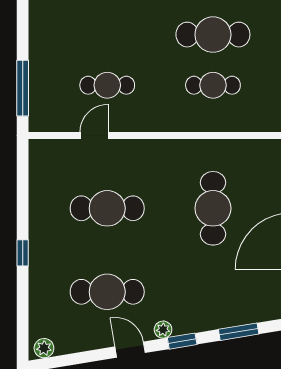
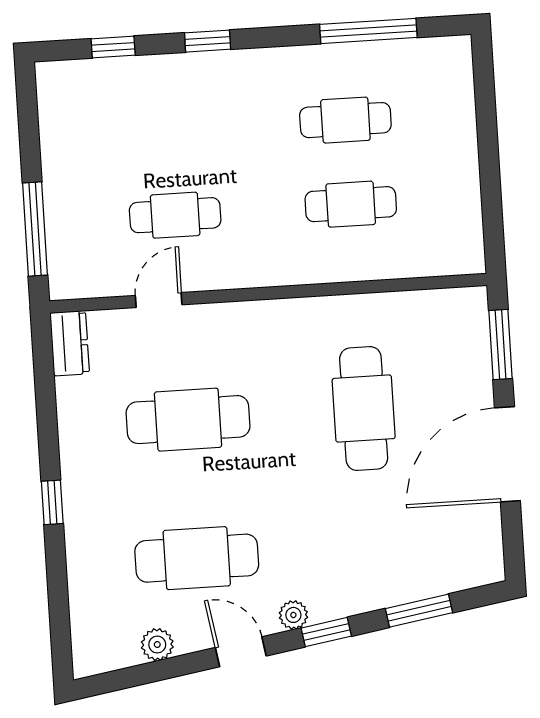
cafe table: (213, 35) -> (345, 120), width x0.73, depth x0.74
dresser: (39, 158) -> (70, 343), added
plant: (44, 348) -> (157, 645), moved

